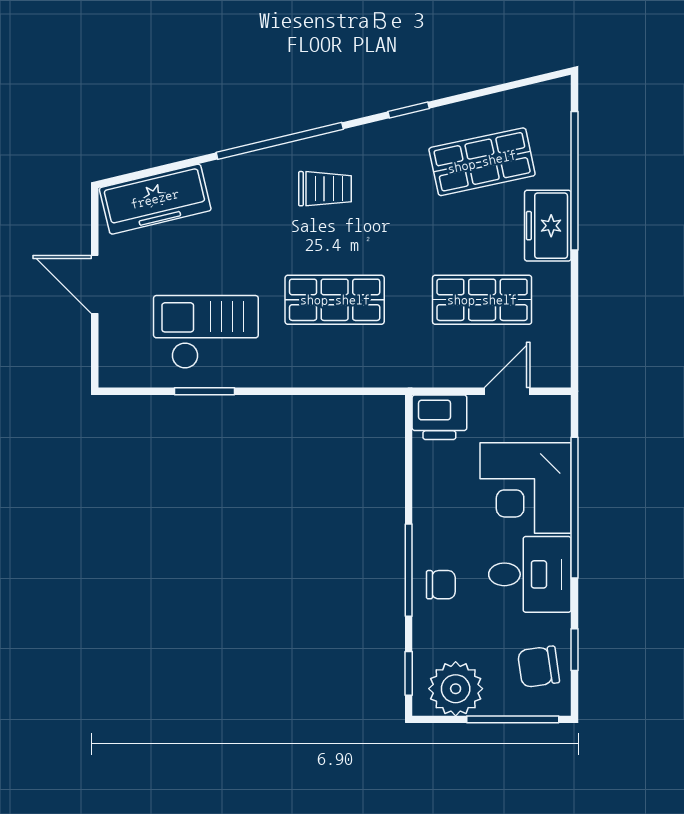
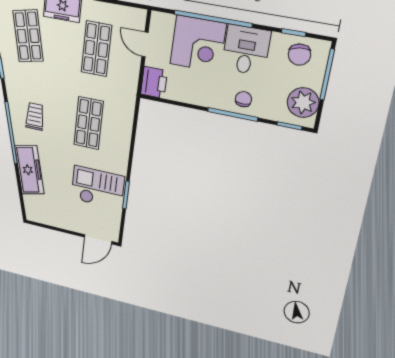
freezer: (155, 199) -> (29, 170), moved
door: (95, 284) -> (98, 239), moved
checkout: (206, 332) -> (98, 188), turned 90

